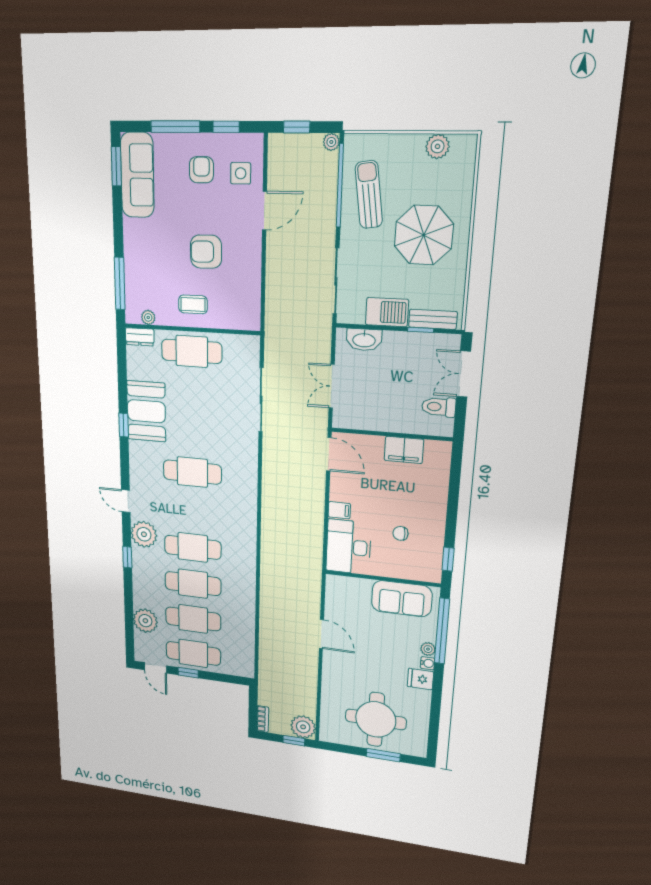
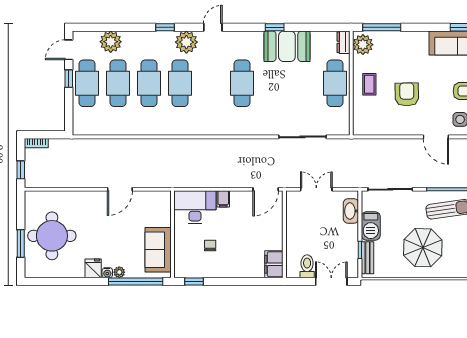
plant: (148, 317) -> (363, 45), width x1.88, depth x1.88
filing cabinet: (404, 450) -> (274, 264), moved
plant: (303, 727) -> (35, 177), removed

